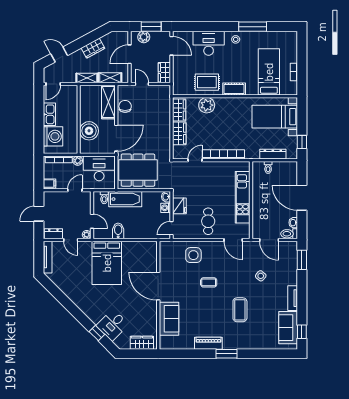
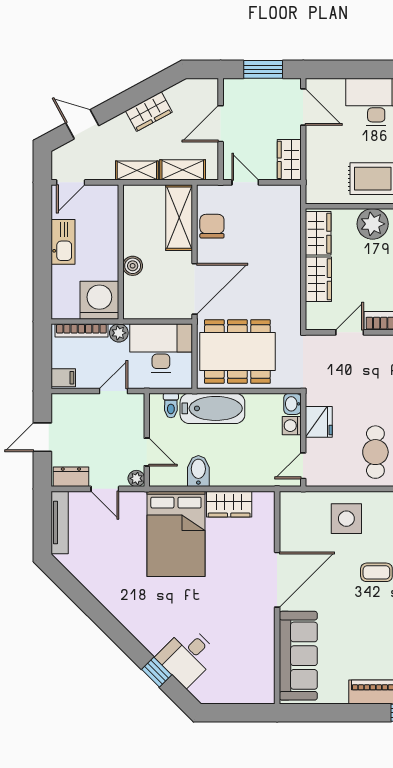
plant: (144, 37) -> (249, 90), removed
boiler: (89, 131) -> (133, 266), width x0.54, depth x0.54
washing machine: (53, 136) -> (99, 300), moved, turned -90
door: (158, 286) -> (277, 580), swing flipped
sofa: (169, 319) -> (298, 656), width x1.36
wardrobe: (142, 343) -> (229, 504), moved, turned 180

